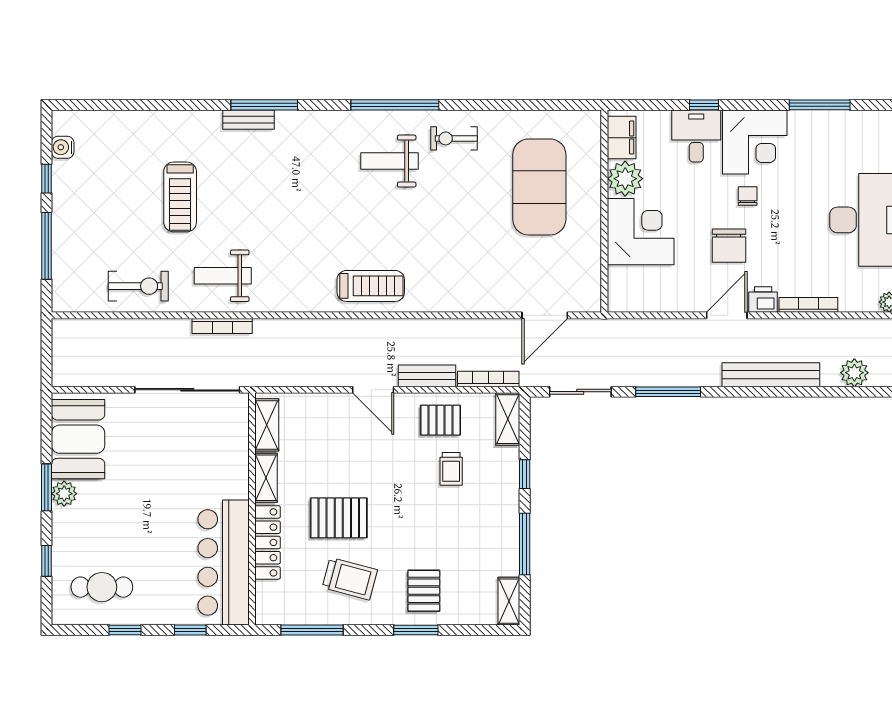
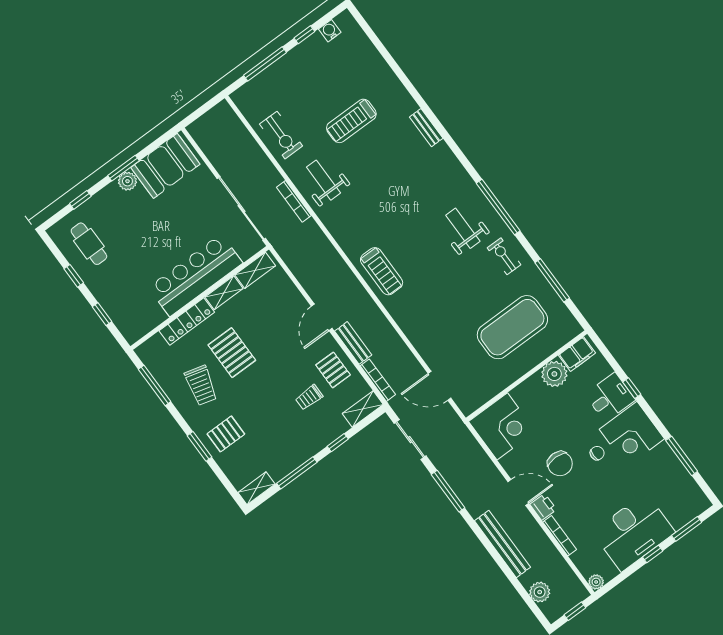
window: (264, 105) -> (552, 280), moved
corner desk: (641, 232) -> (502, 426), moved
chair: (729, 246) -> (560, 464), turned -90
bar counter: (224, 562) -> (195, 275), moved

